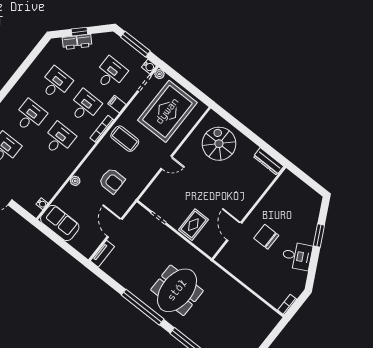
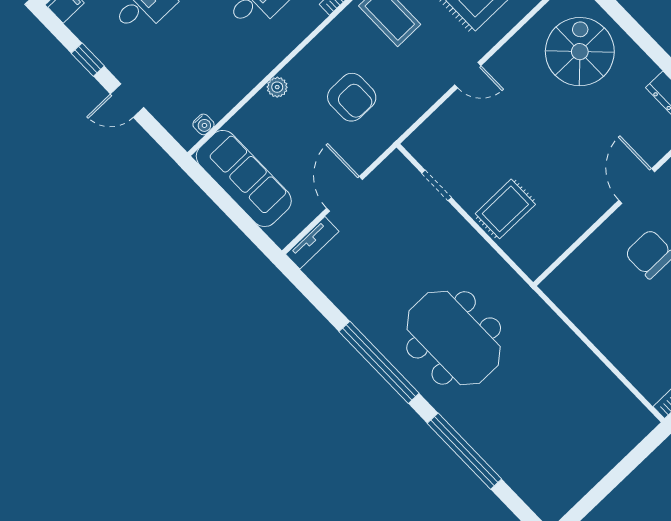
sofa: (60, 223) -> (244, 178), width x1.36
door: (234, 232) -> (637, 186), moved
meeting table: (177, 290) -> (454, 338), turned 90

